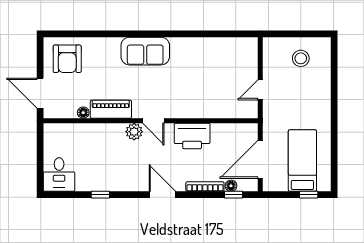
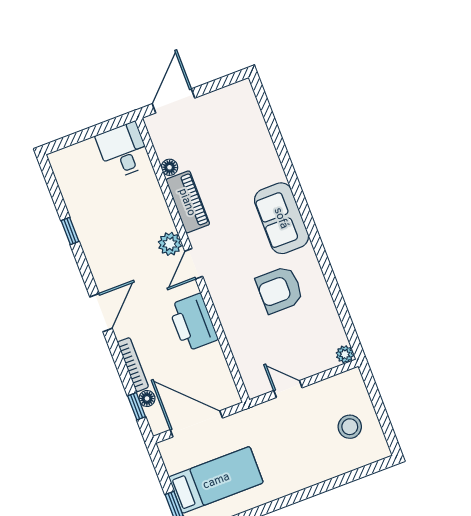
plant: (252, 43) -> (345, 354), added
armchair: (67, 59) -> (280, 290), moved
desk: (59, 175) -> (123, 150), moved, turned 90

